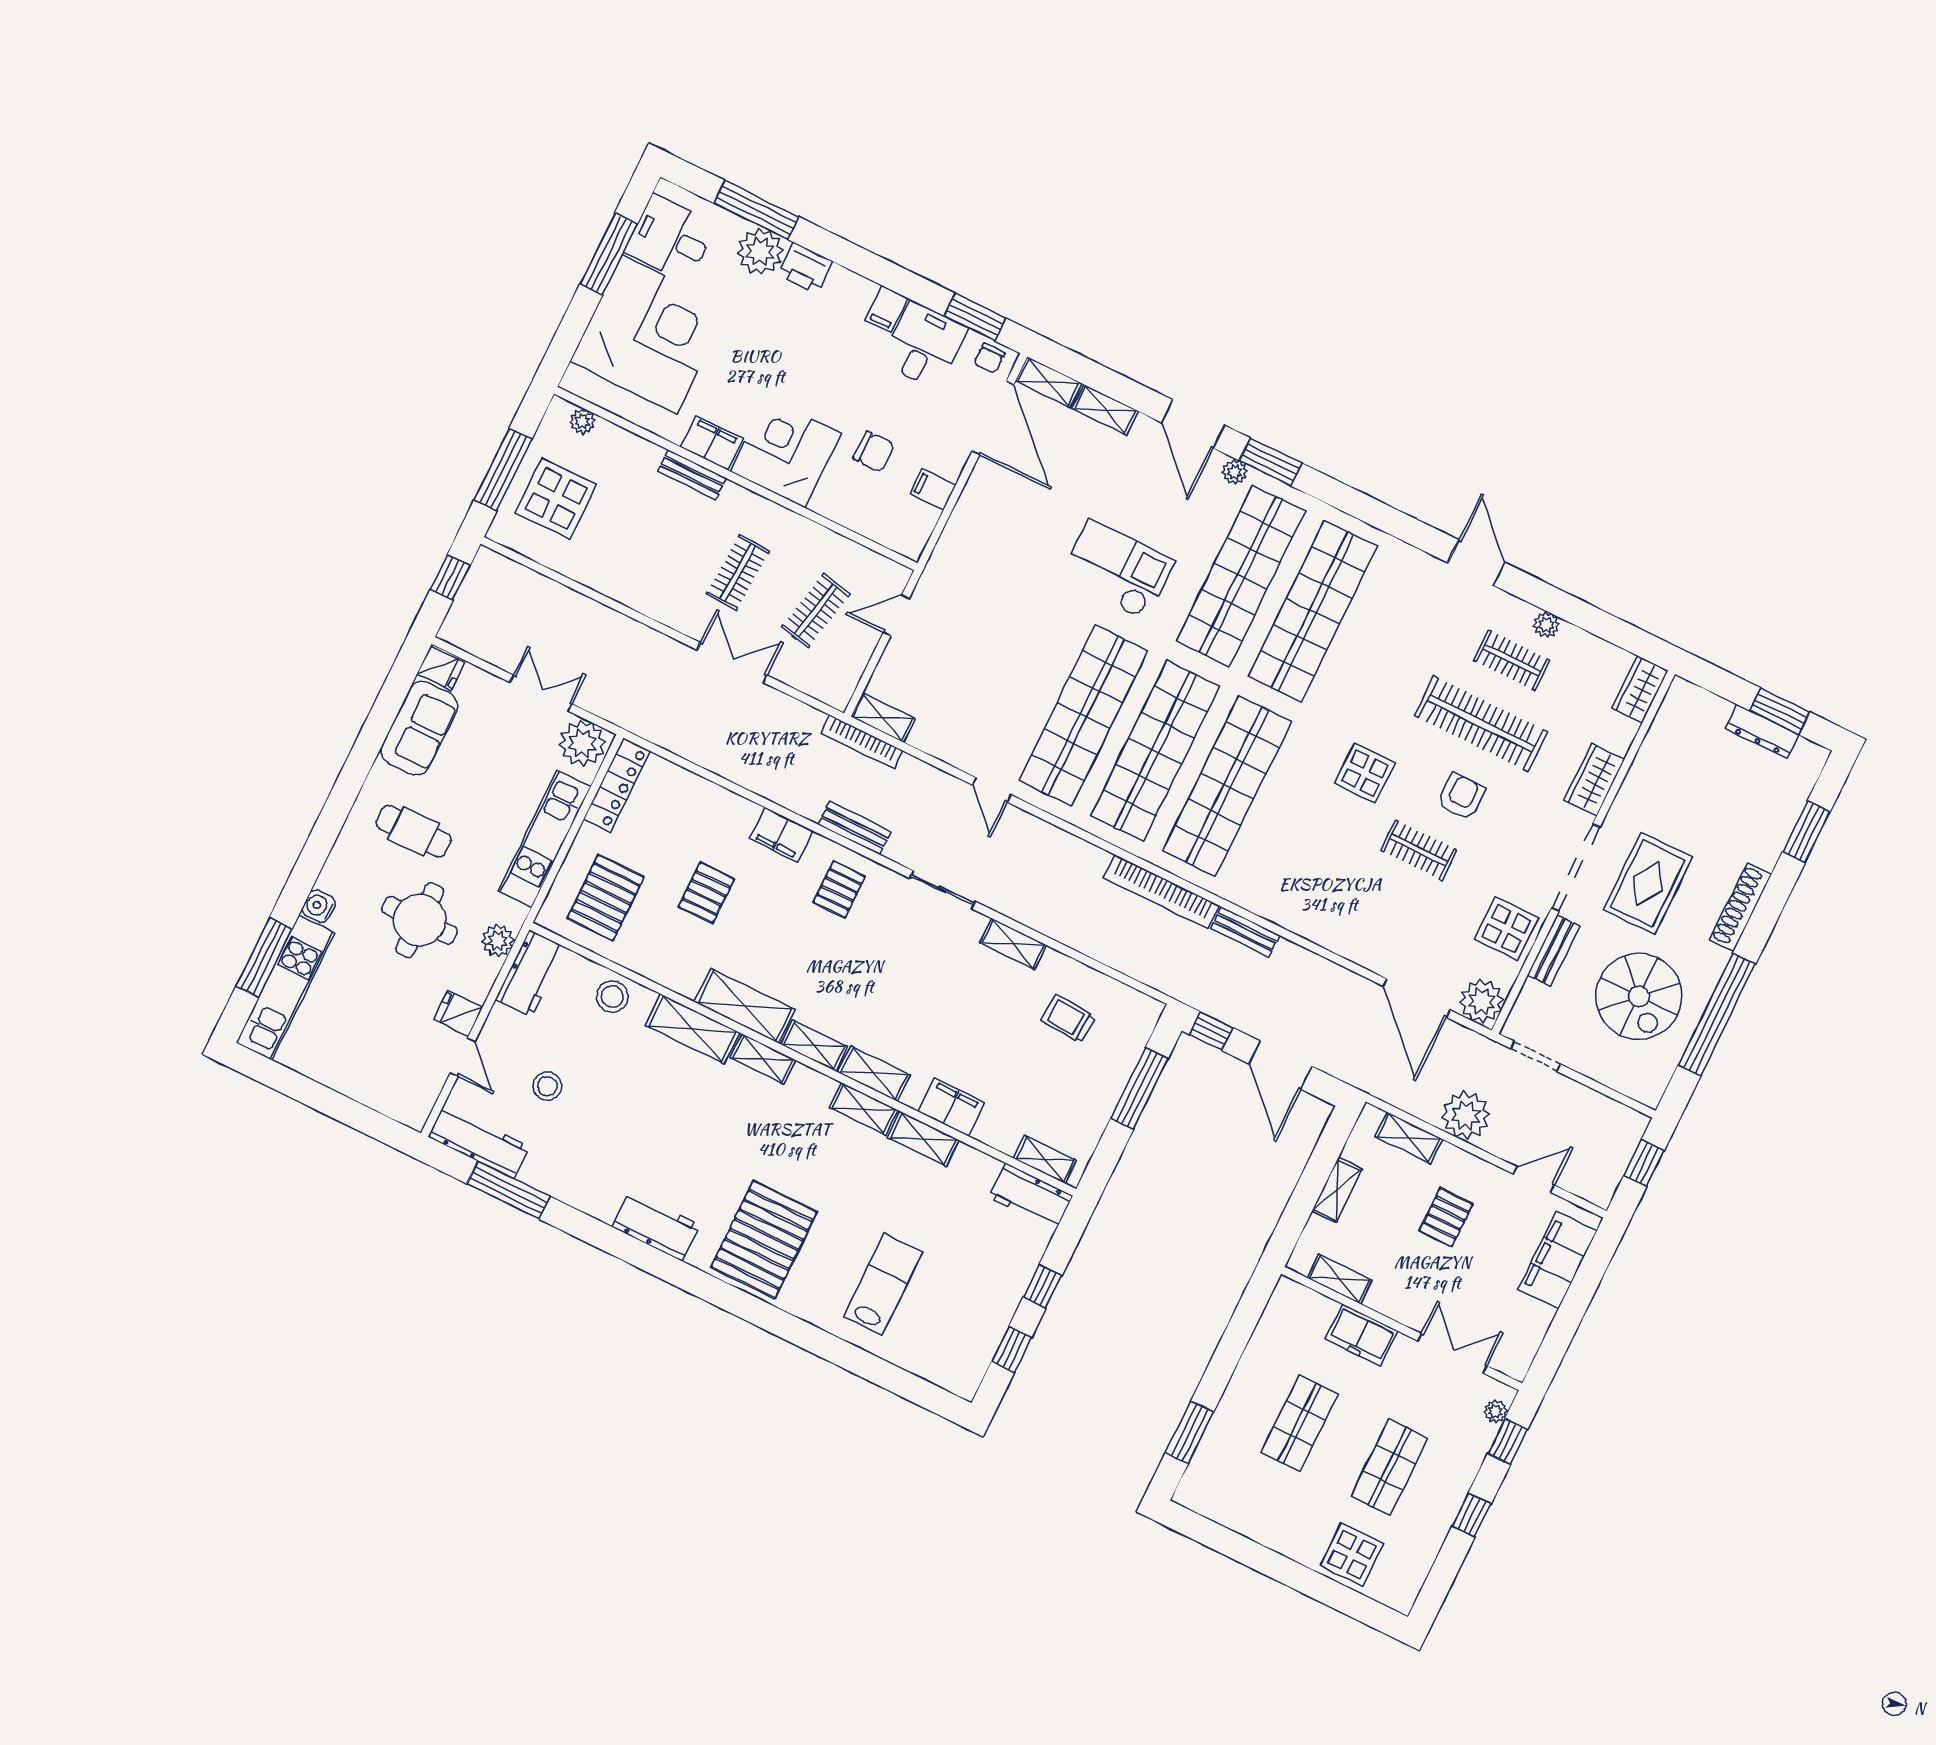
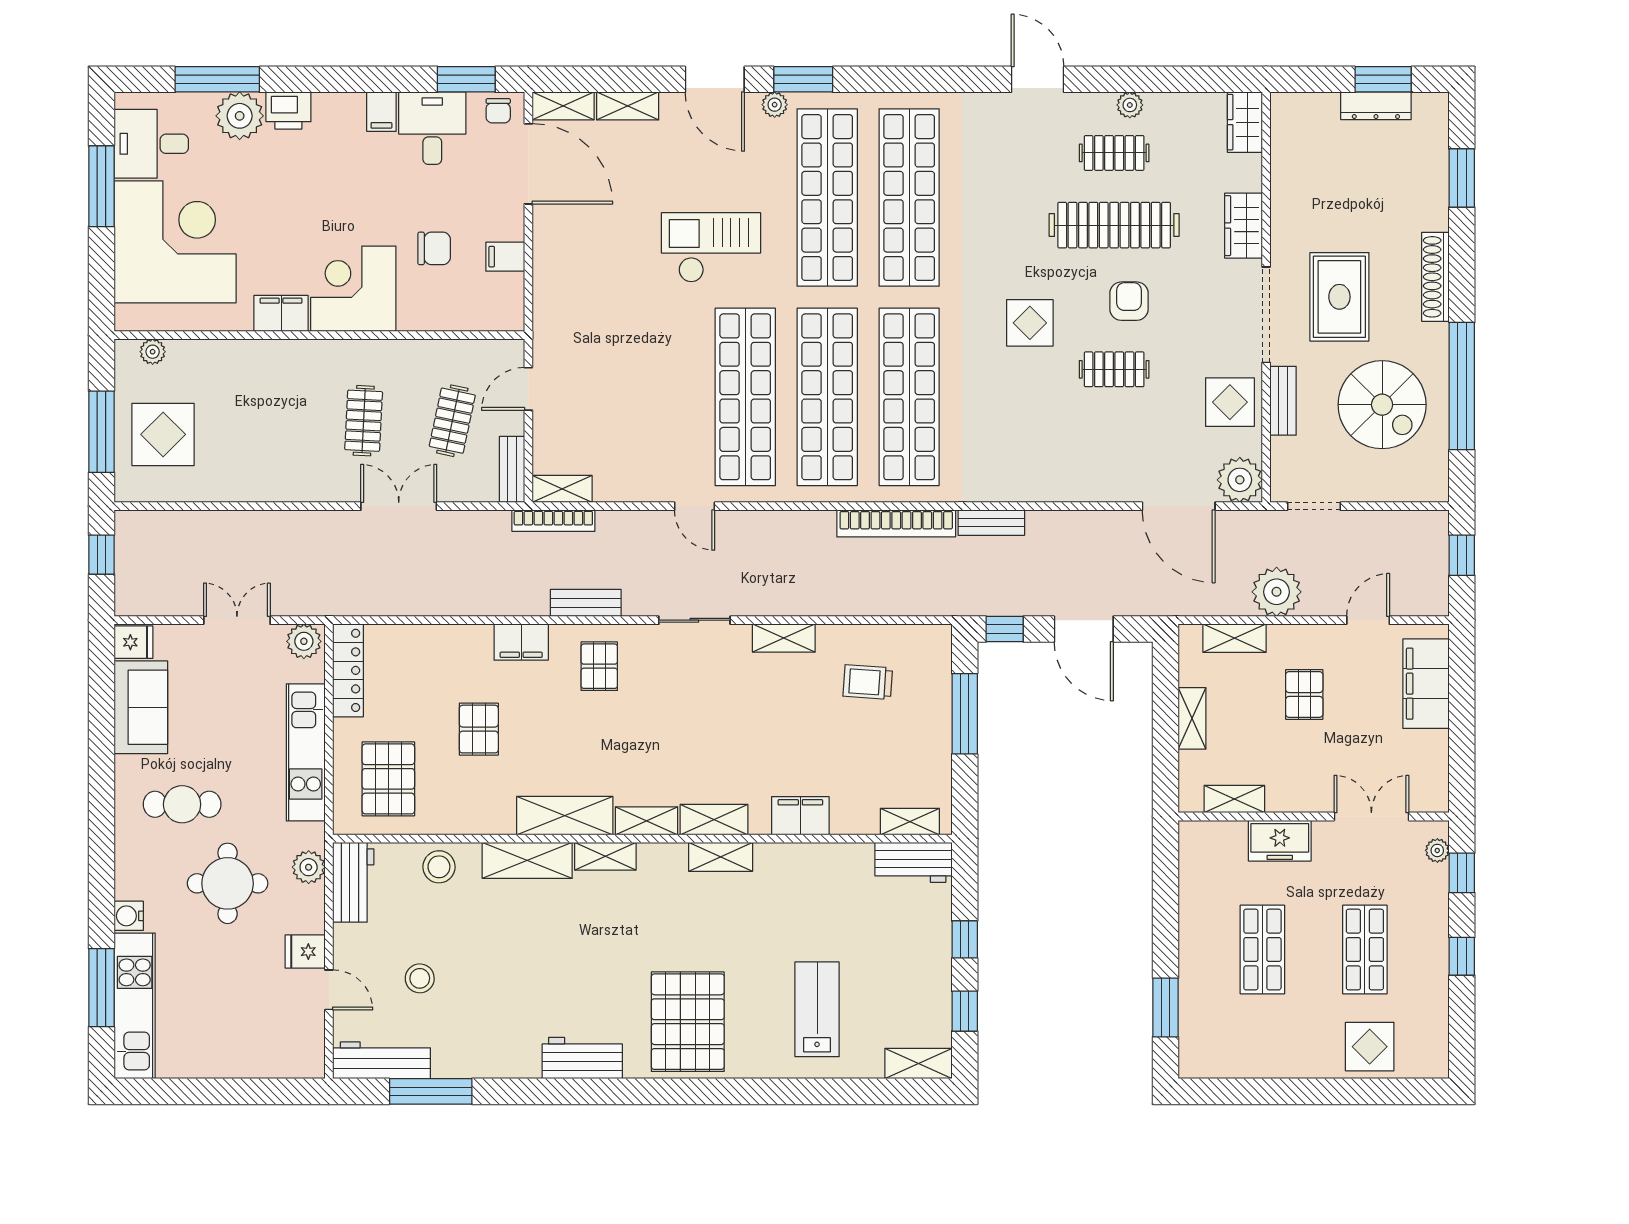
bench: (692, 475) -> (512, 469), moved, turned 90
plant: (582, 743) -> (304, 641), width x0.73, depth x0.73
shelving: (923, 1139) -> (918, 1064), moved

